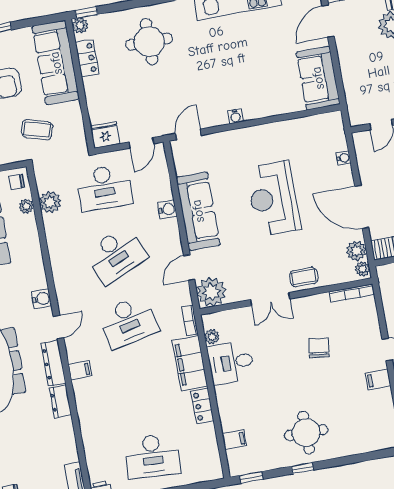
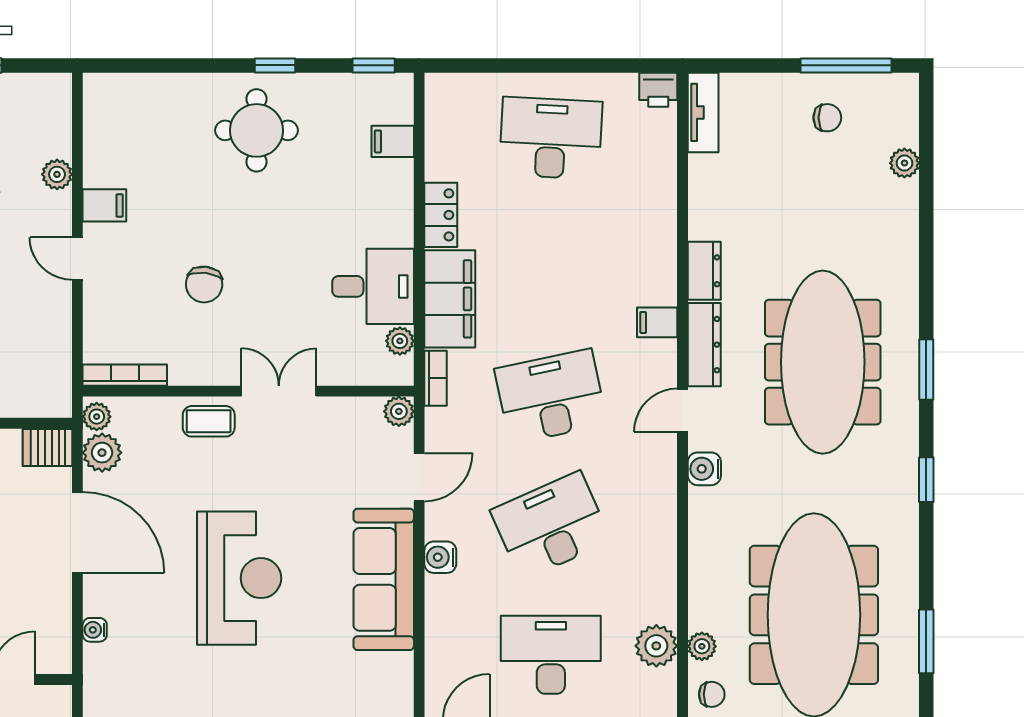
water cooler: (167, 209) -> (440, 557), moved
plant: (211, 292) -> (399, 411), width x0.53, depth x0.53

